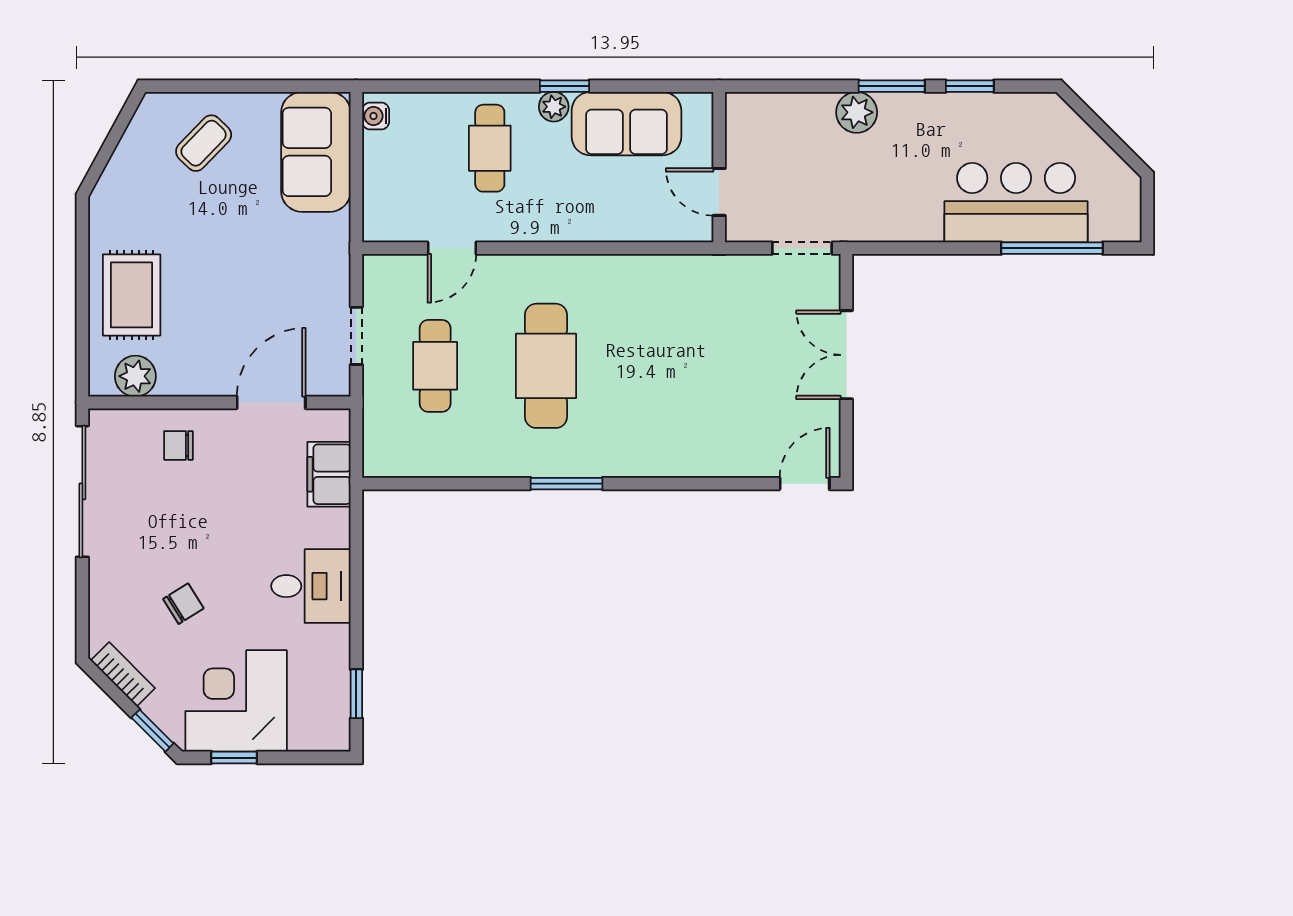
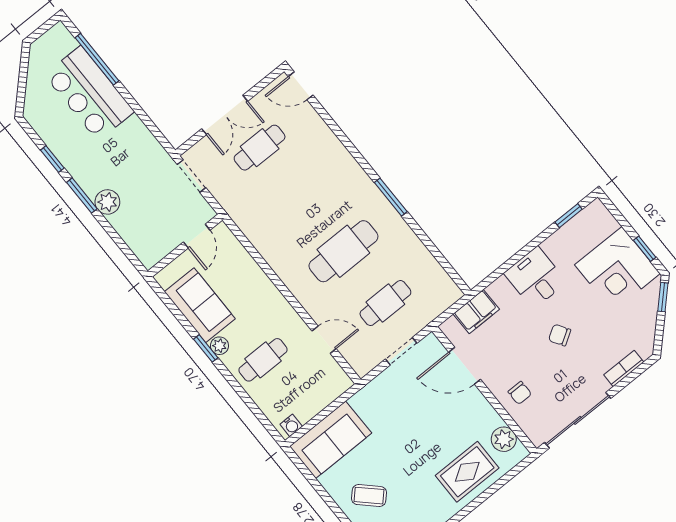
cafe table: (768, 366) -> (260, 148), added
chair: (183, 604) -> (560, 335), moved
bookcase: (123, 674) -> (624, 368), moved, turned 45

